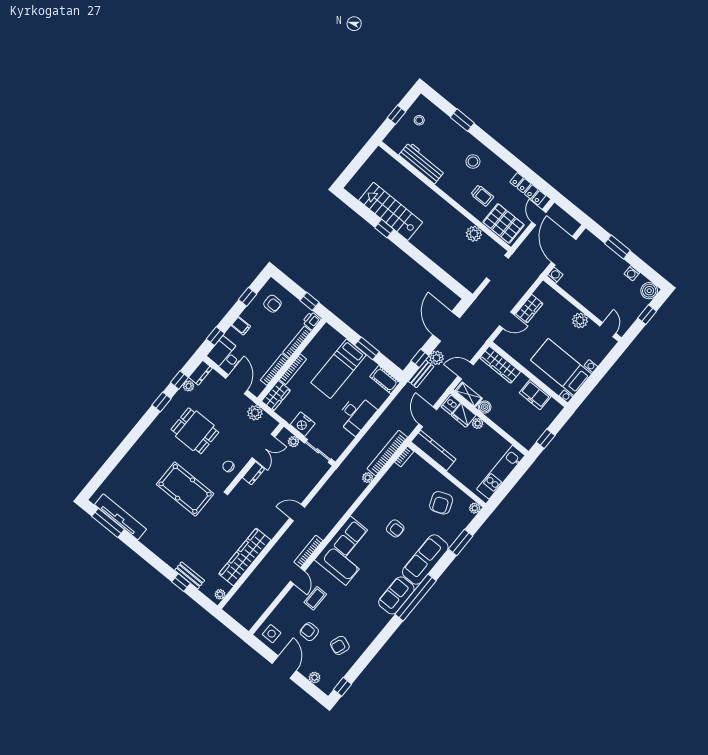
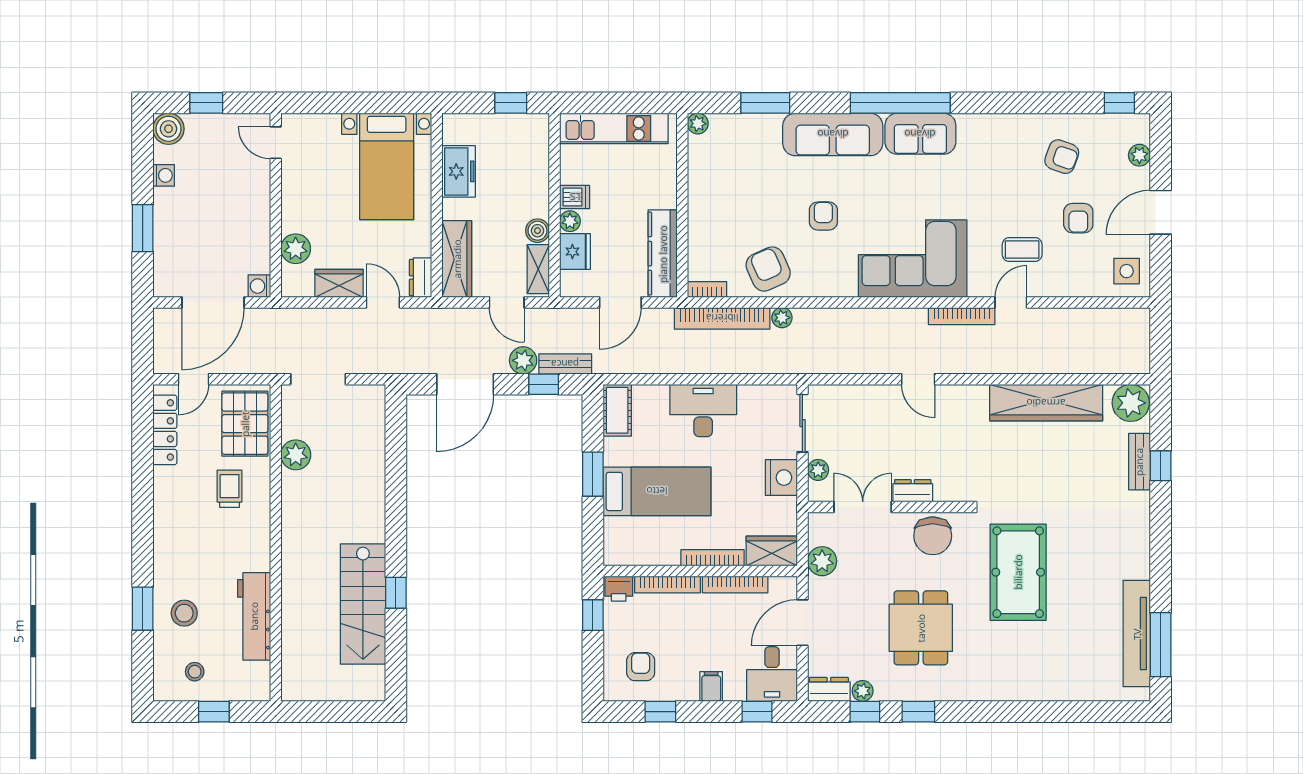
stool: (473, 162) -> (184, 613), moved
plant: (580, 320) -> (296, 249), moved
door: (608, 330) -> (276, 143), hinge flipped
dresser: (504, 344) -> (421, 278), added
dishwasher: (451, 405) -> (575, 197), moved
chair: (228, 466) -> (933, 536), width x1.87, depth x1.87
armchair: (441, 503) -> (768, 269), moved, turned -93
plant: (220, 594) -> (1131, 403), width x1.88, depth x1.88

